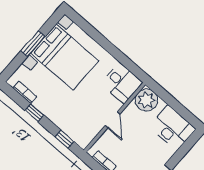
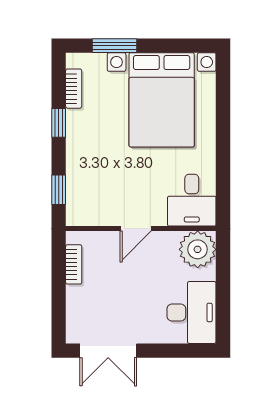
window: (33, 44) -> (114, 46), moved

